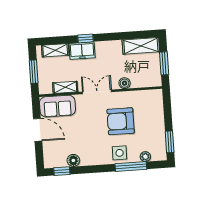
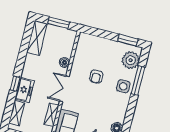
armchair: (121, 121) -> (96, 77), width x0.53, depth x0.53
plant: (145, 157) -> (131, 60), width x1.87, depth x1.87

